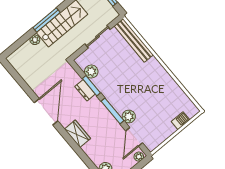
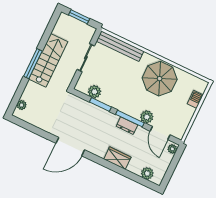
plant: (35, 40) -> (22, 105), moved
parasol: (156, 87) -> (160, 79), added
dresser: (85, 90) -> (127, 126), moved
door: (46, 112) -> (70, 147), swing flipped
wardrobe: (77, 134) -> (117, 158), moved

